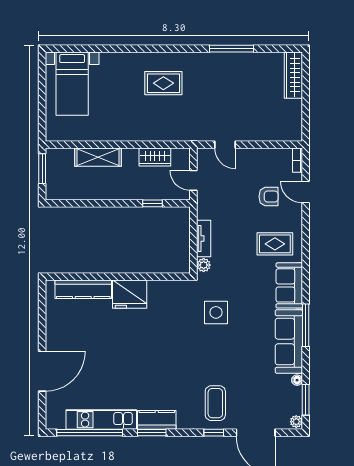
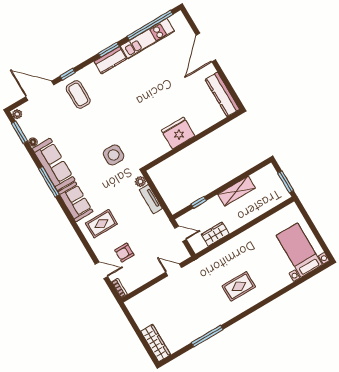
shelving: (98, 157) -> (236, 191), moved
kitchen counter: (83, 289) -> (222, 94), moved, turned -90

